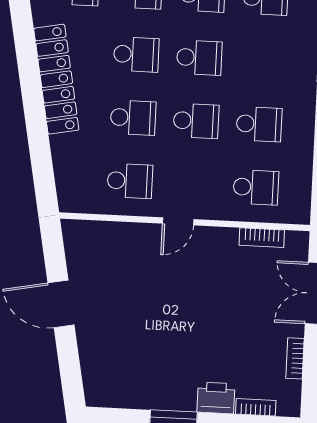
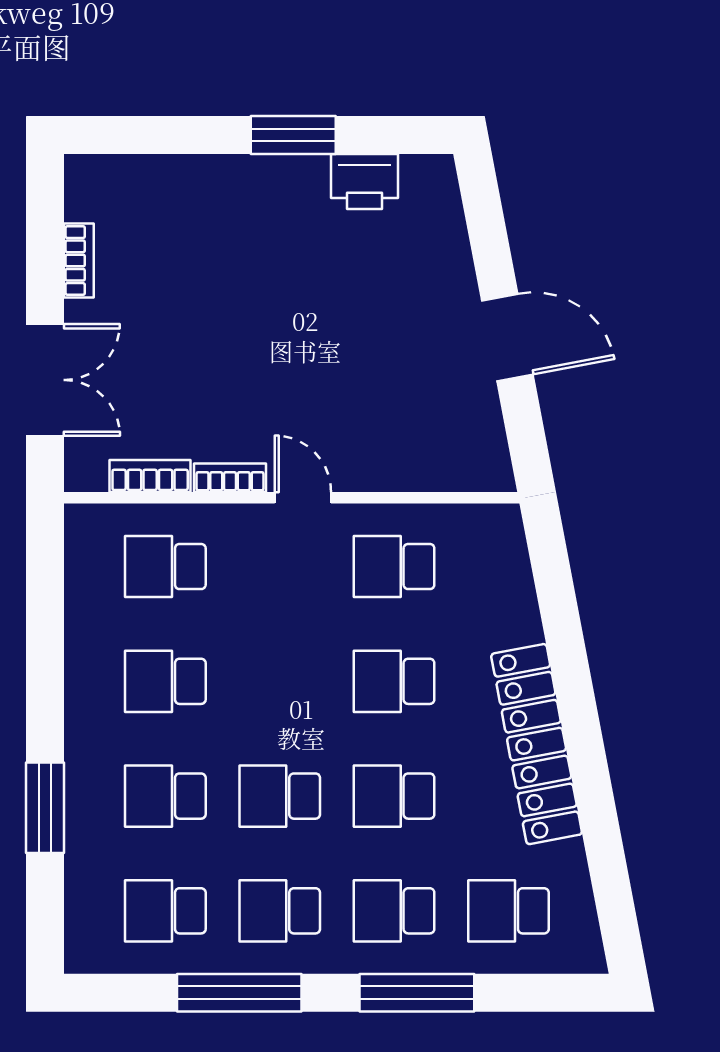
school desk: (196, 121) -> (165, 796), moved
door: (178, 221) -> (303, 498), hinge flipped
printer: (216, 398) -> (364, 182), moved
bookcase: (256, 407) -> (230, 478), moved, turned 180

